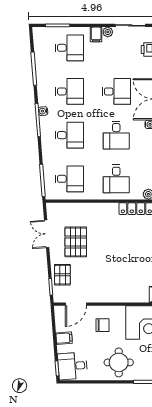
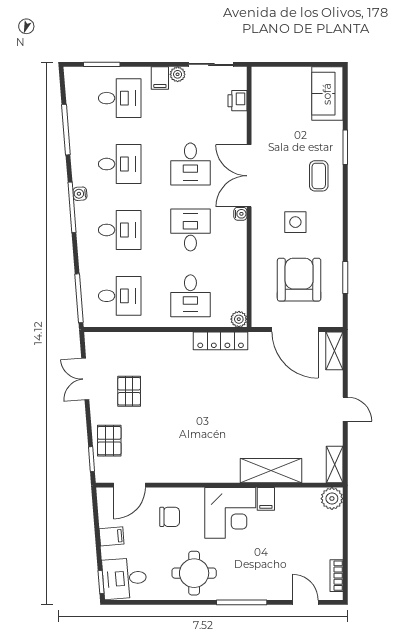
desk: (116, 91) -> (190, 164), turned 90
desk: (116, 135) -> (190, 230), turned 180
pallet: (76, 242) -> (129, 391), width x0.67, depth x0.71

